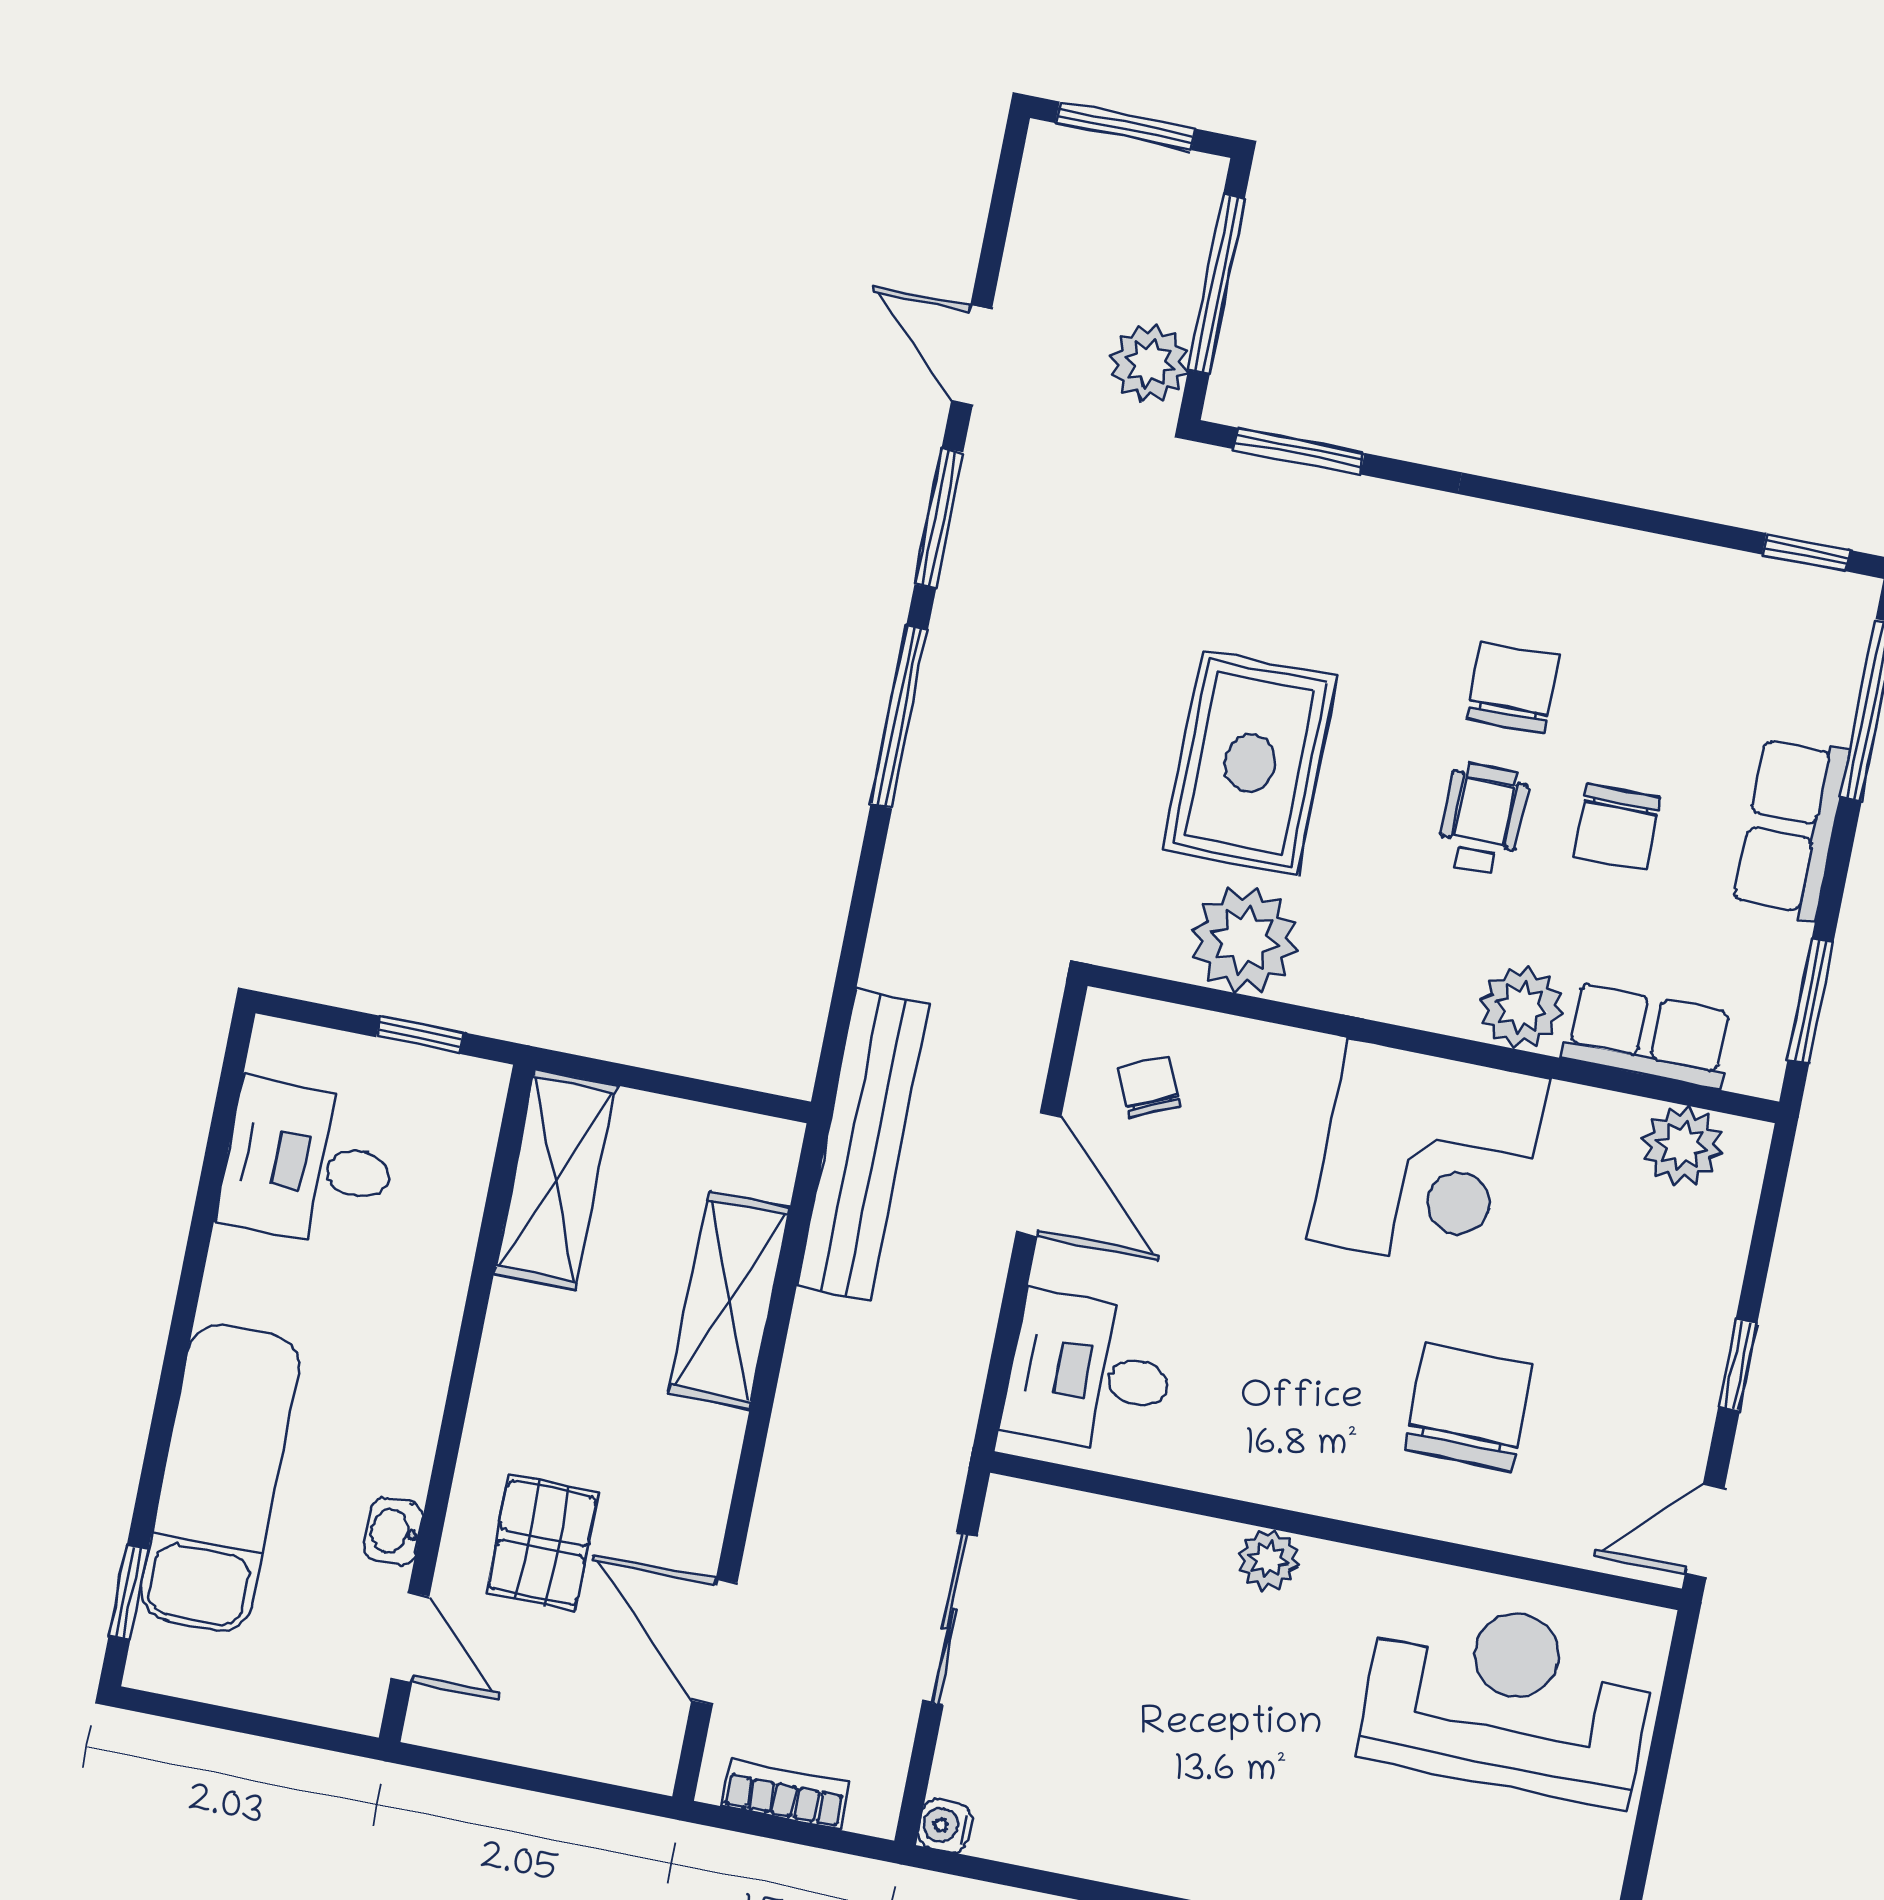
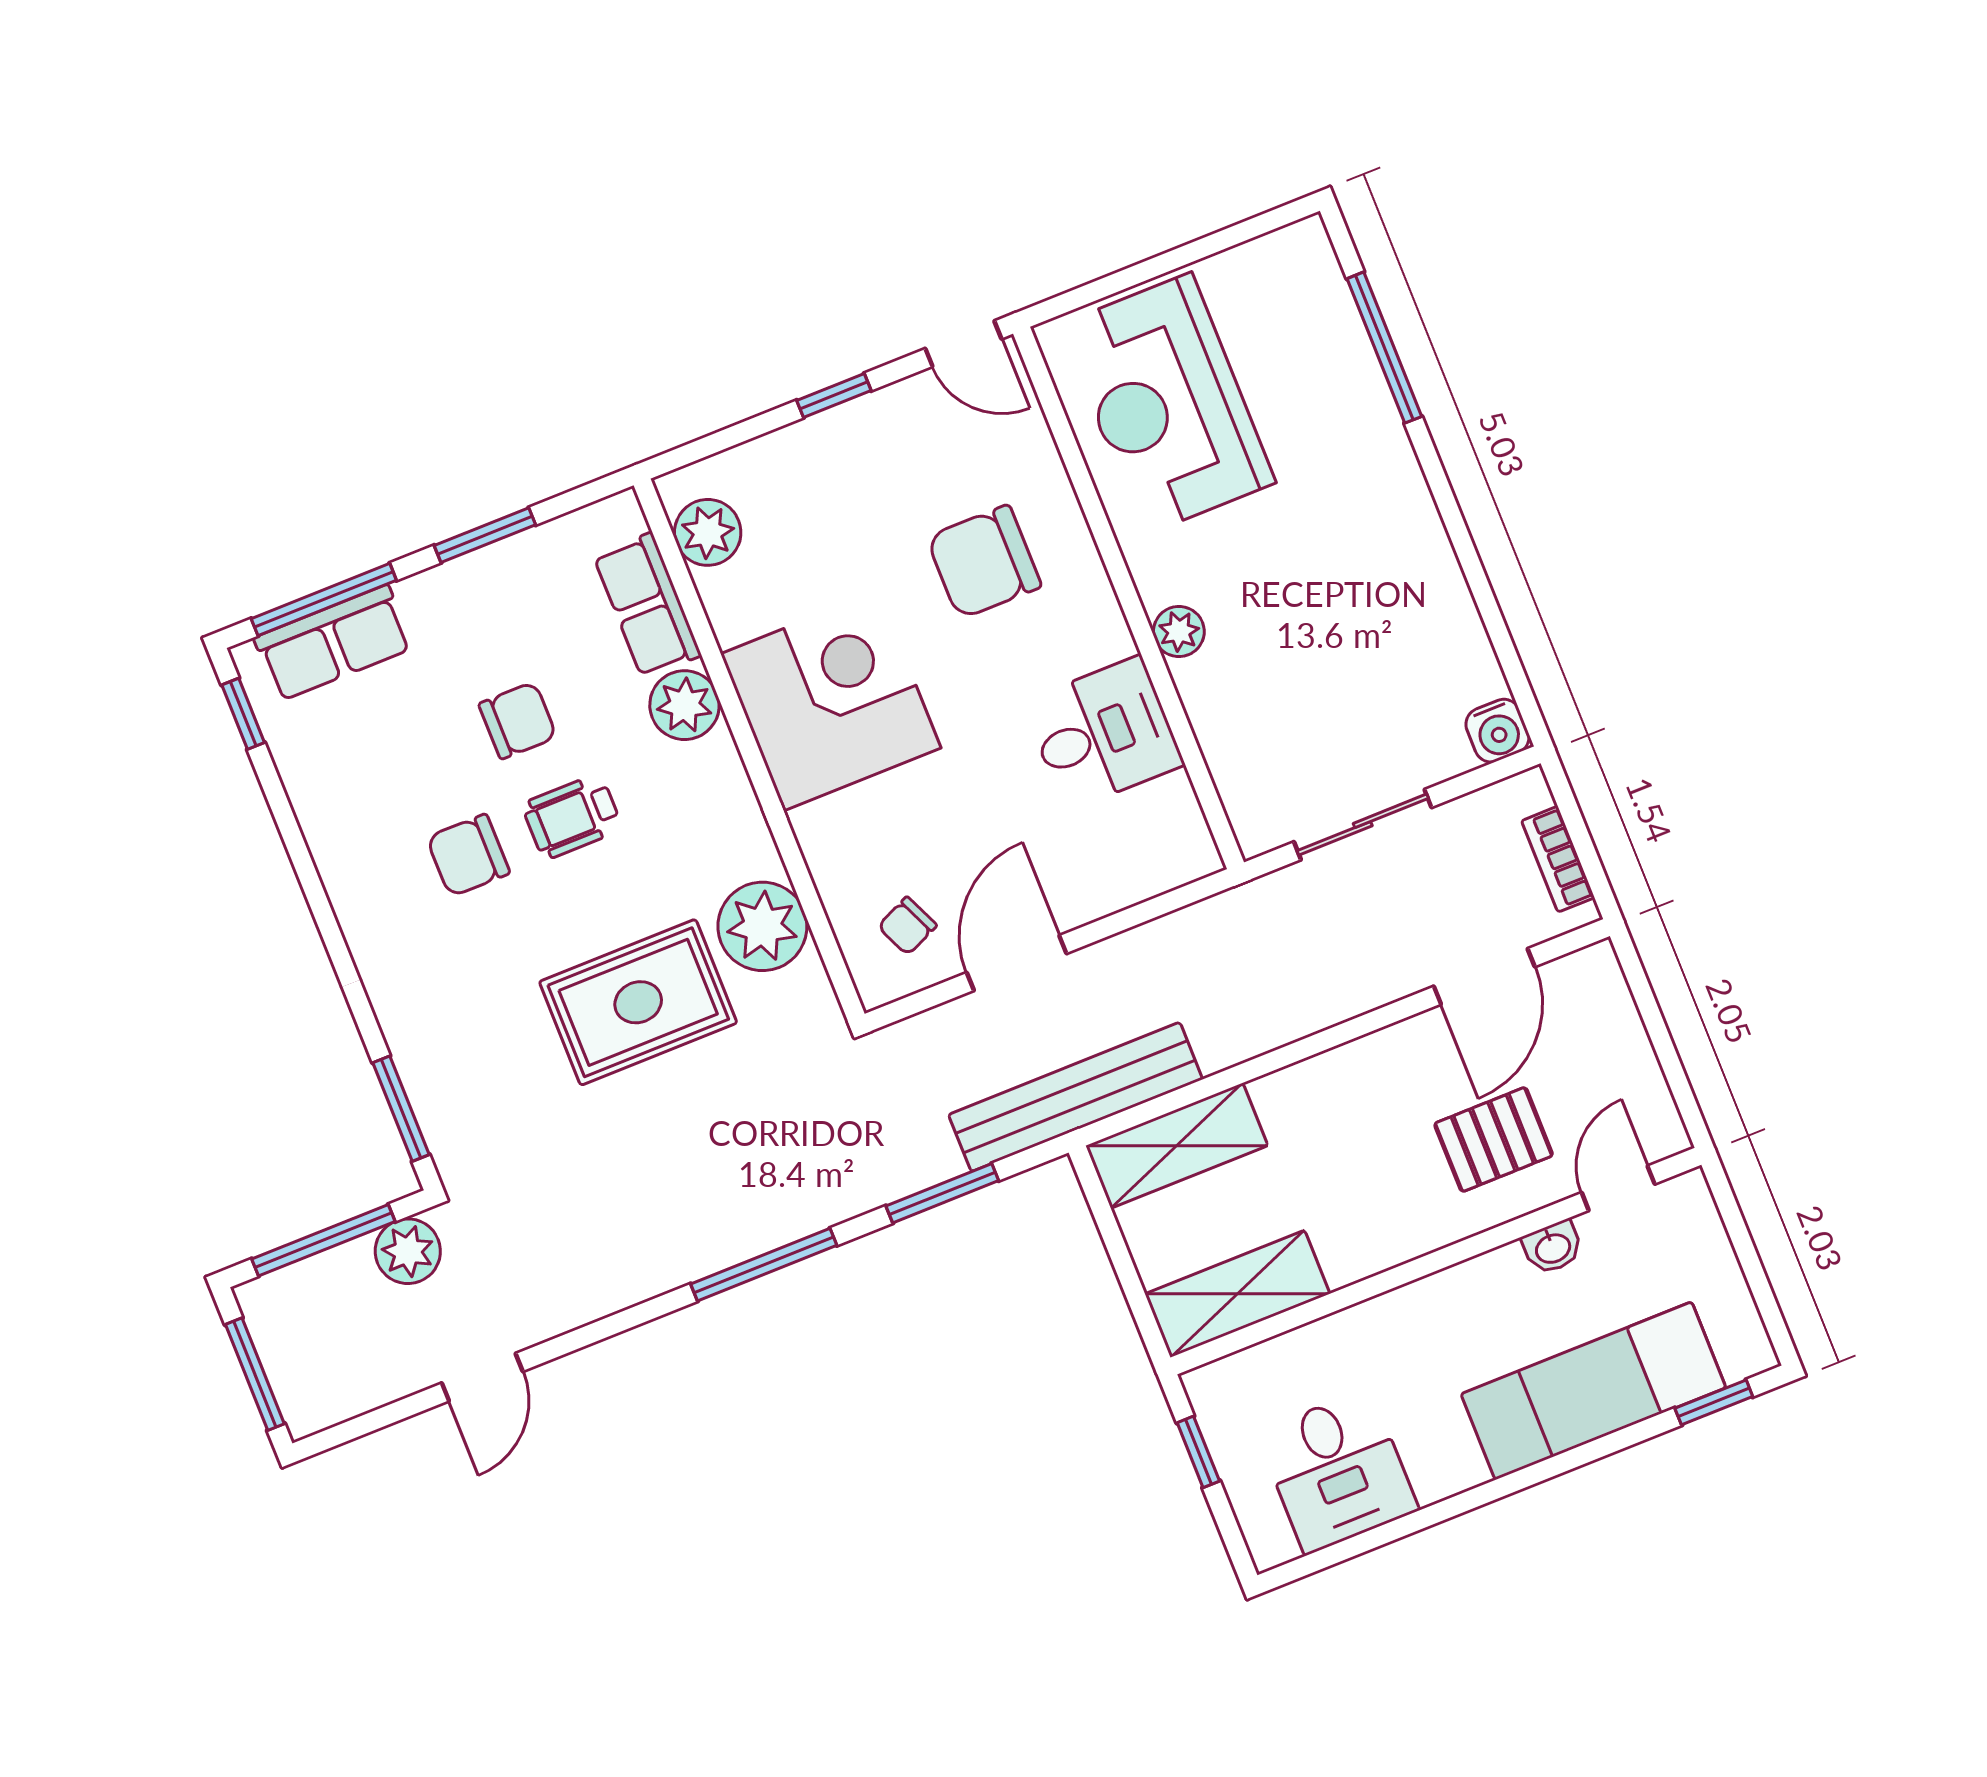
window: (939, 518) -> (942, 1193), moved
row of seats: (1791, 827) -> (333, 643), moved
window: (1811, 1001) -> (485, 535), moved
shelving: (729, 1300) -> (1177, 1146), moved
desk: (1090, 1373) -> (1103, 733), moved, turned -90
water cooler: (945, 1826) -> (1498, 731), width x1.38, depth x1.38

